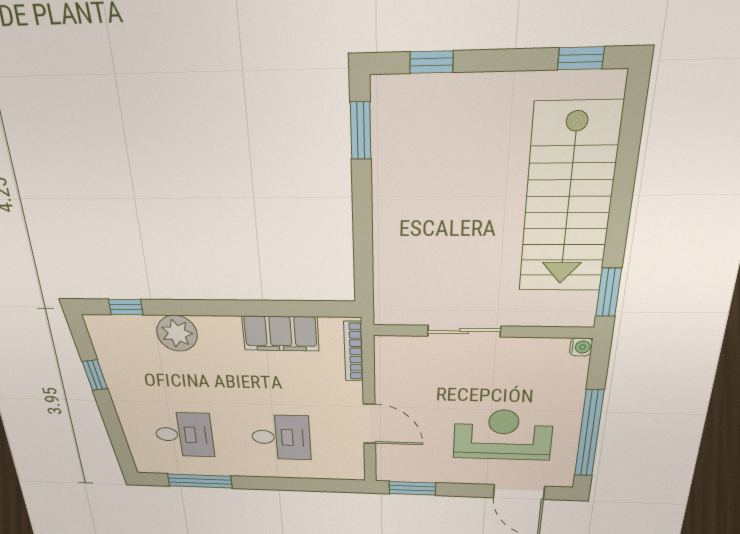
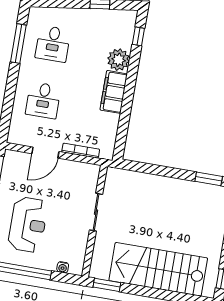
filing cabinet: (281, 334) -> (114, 92), moved
water cooler: (581, 347) -> (63, 267), moved
bookcase: (354, 351) -> (81, 151), moved

